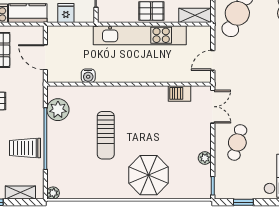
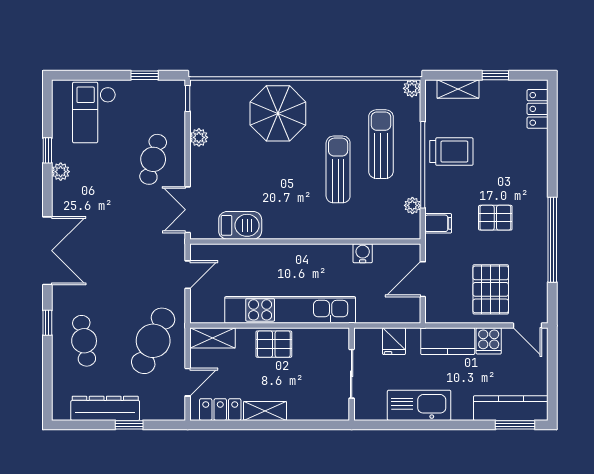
door: (45, 57) -> (423, 279), swing flipped
barbecue: (179, 93) -> (240, 225), width x1.38, depth x1.27
filing cabinet: (34, 97) -> (438, 223), added
plant: (58, 110) -> (412, 205), width x0.53, depth x0.53
sun lounger: (75, 153) -> (381, 144), added

